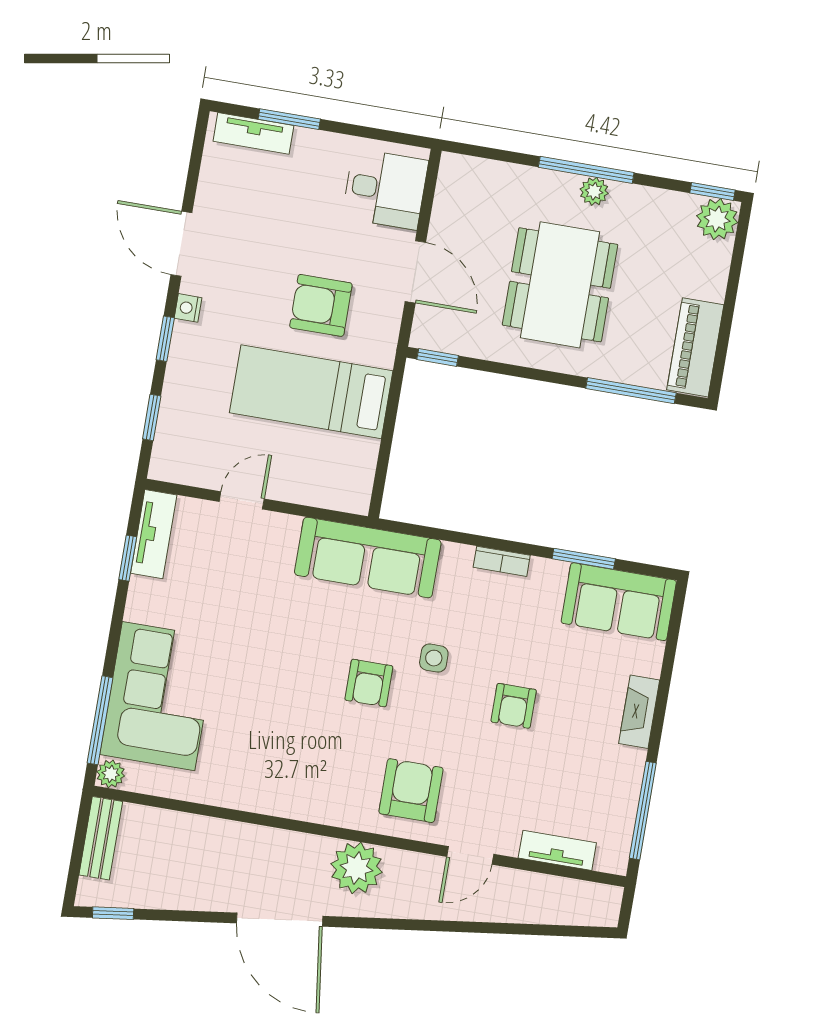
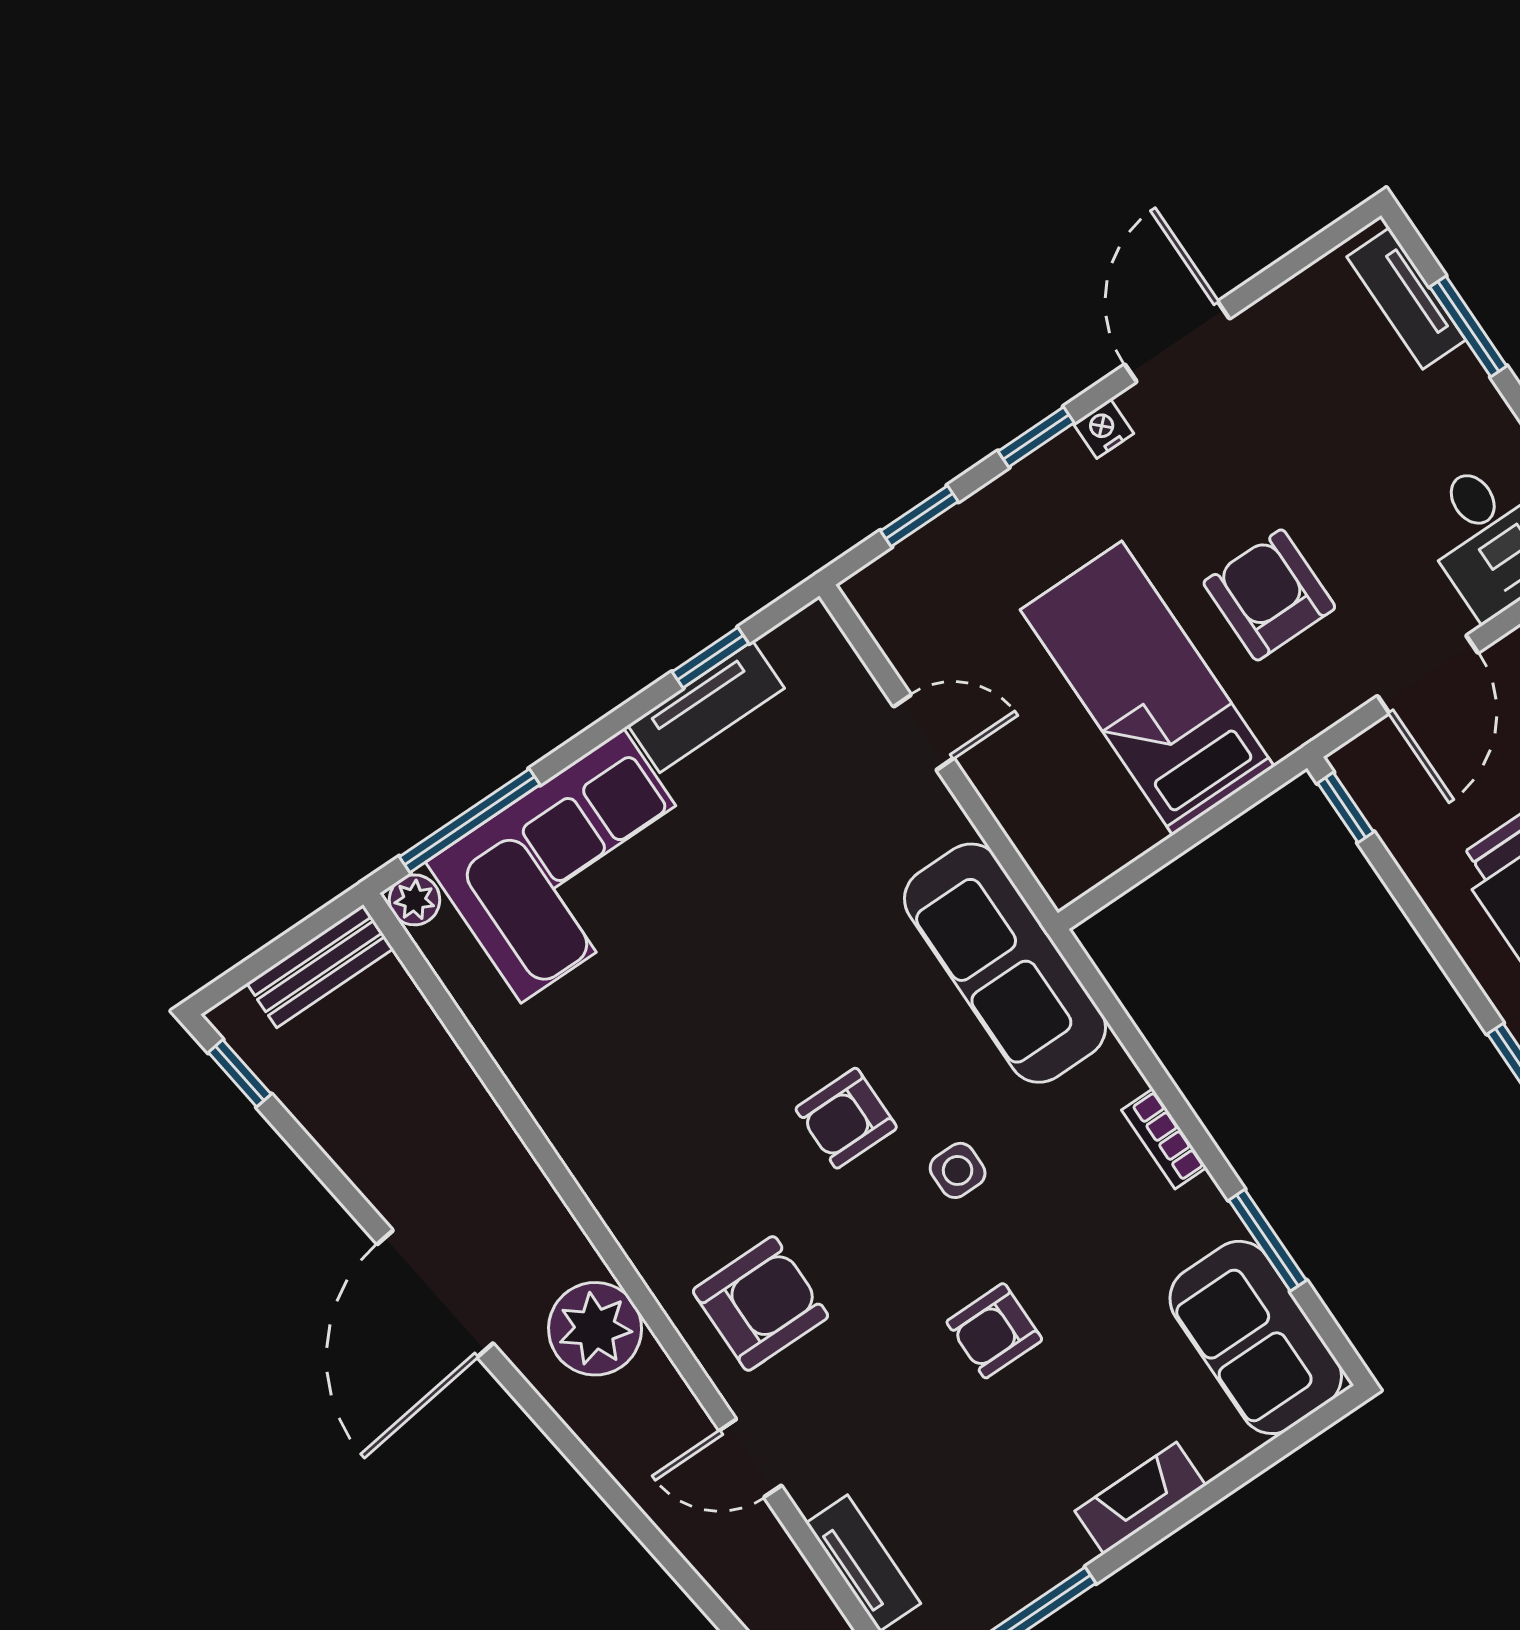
tv unit: (154, 534) -> (706, 707), moved

